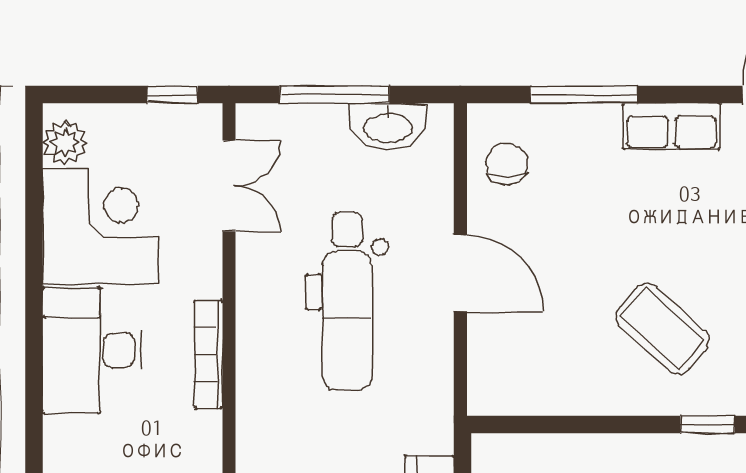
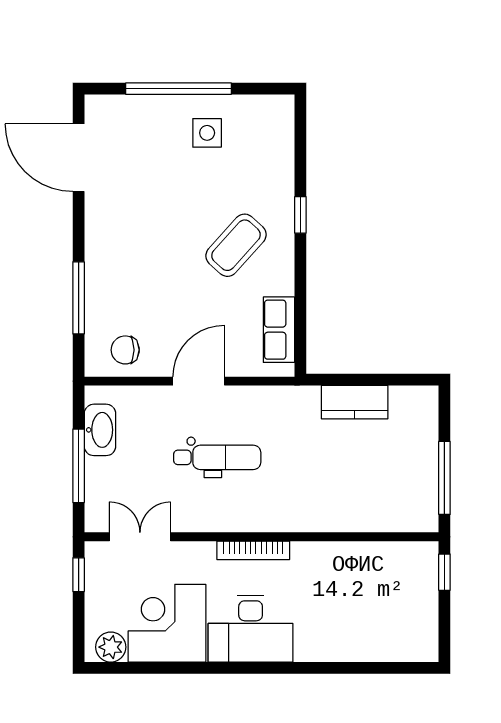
row of seats: (671, 126) -> (279, 330), moved, turned 180
dental chair: (347, 301) -> (217, 457), width x0.73, depth x0.72

